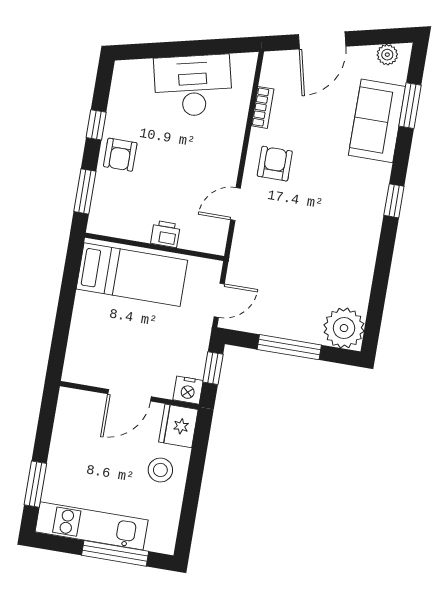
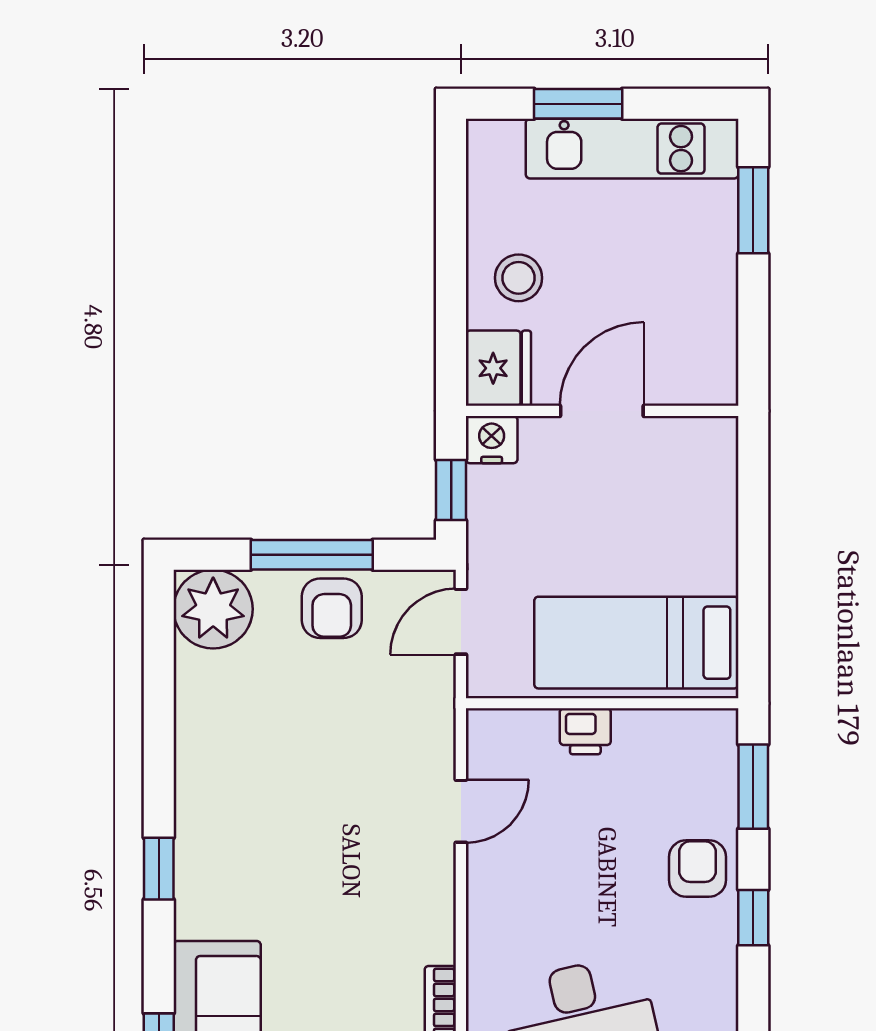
armchair: (275, 164) -> (332, 608), moved
window: (115, 553) -> (578, 104), width x0.69

